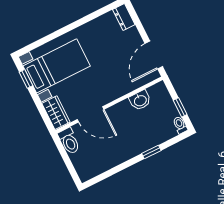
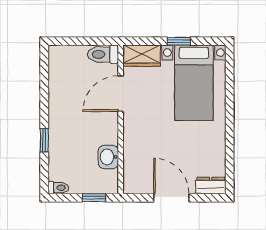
door: (154, 55) -> (171, 198), moved
window: (26, 79) -> (179, 41), moved
window: (180, 107) -> (94, 198), moved

